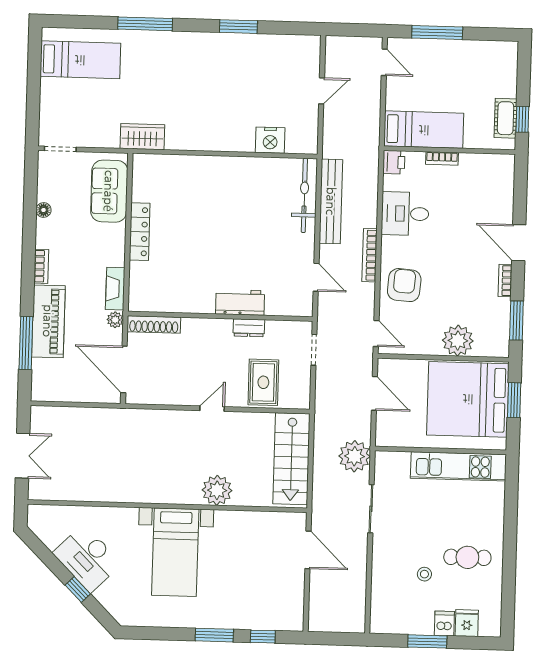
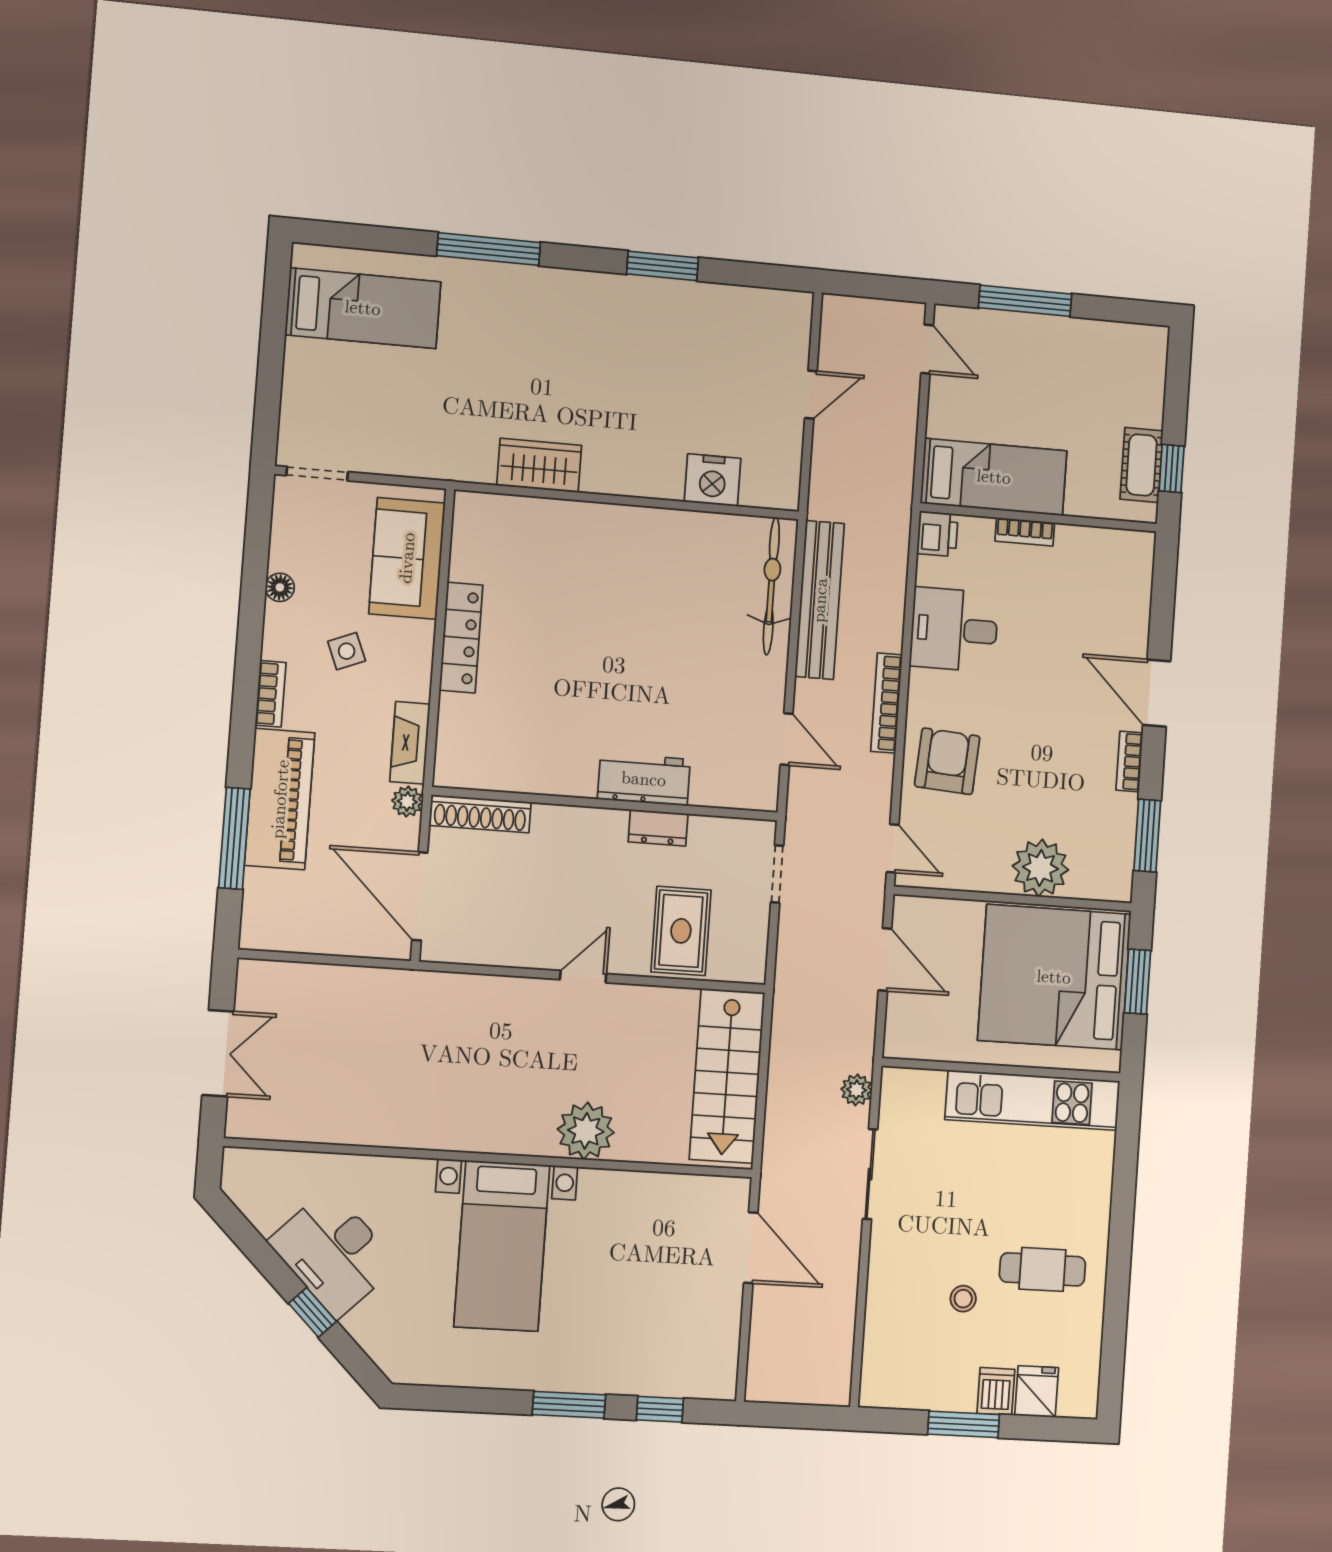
wardrobe: (142, 137) -> (539, 465), moved
side table: (80, 242) -> (347, 651), added
plant: (355, 456) -> (857, 1090), width x0.53, depth x0.53

